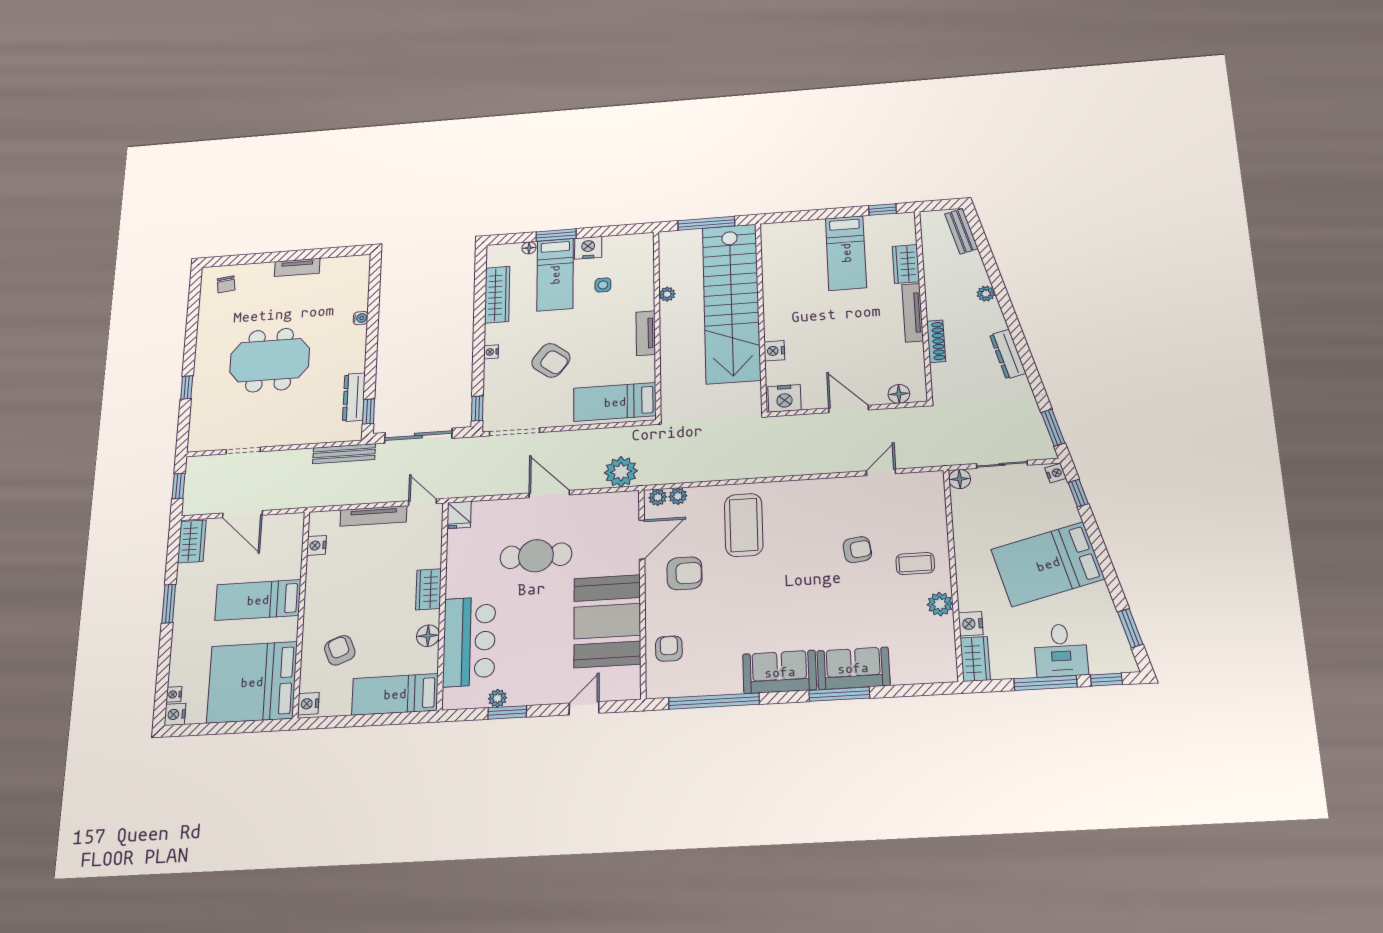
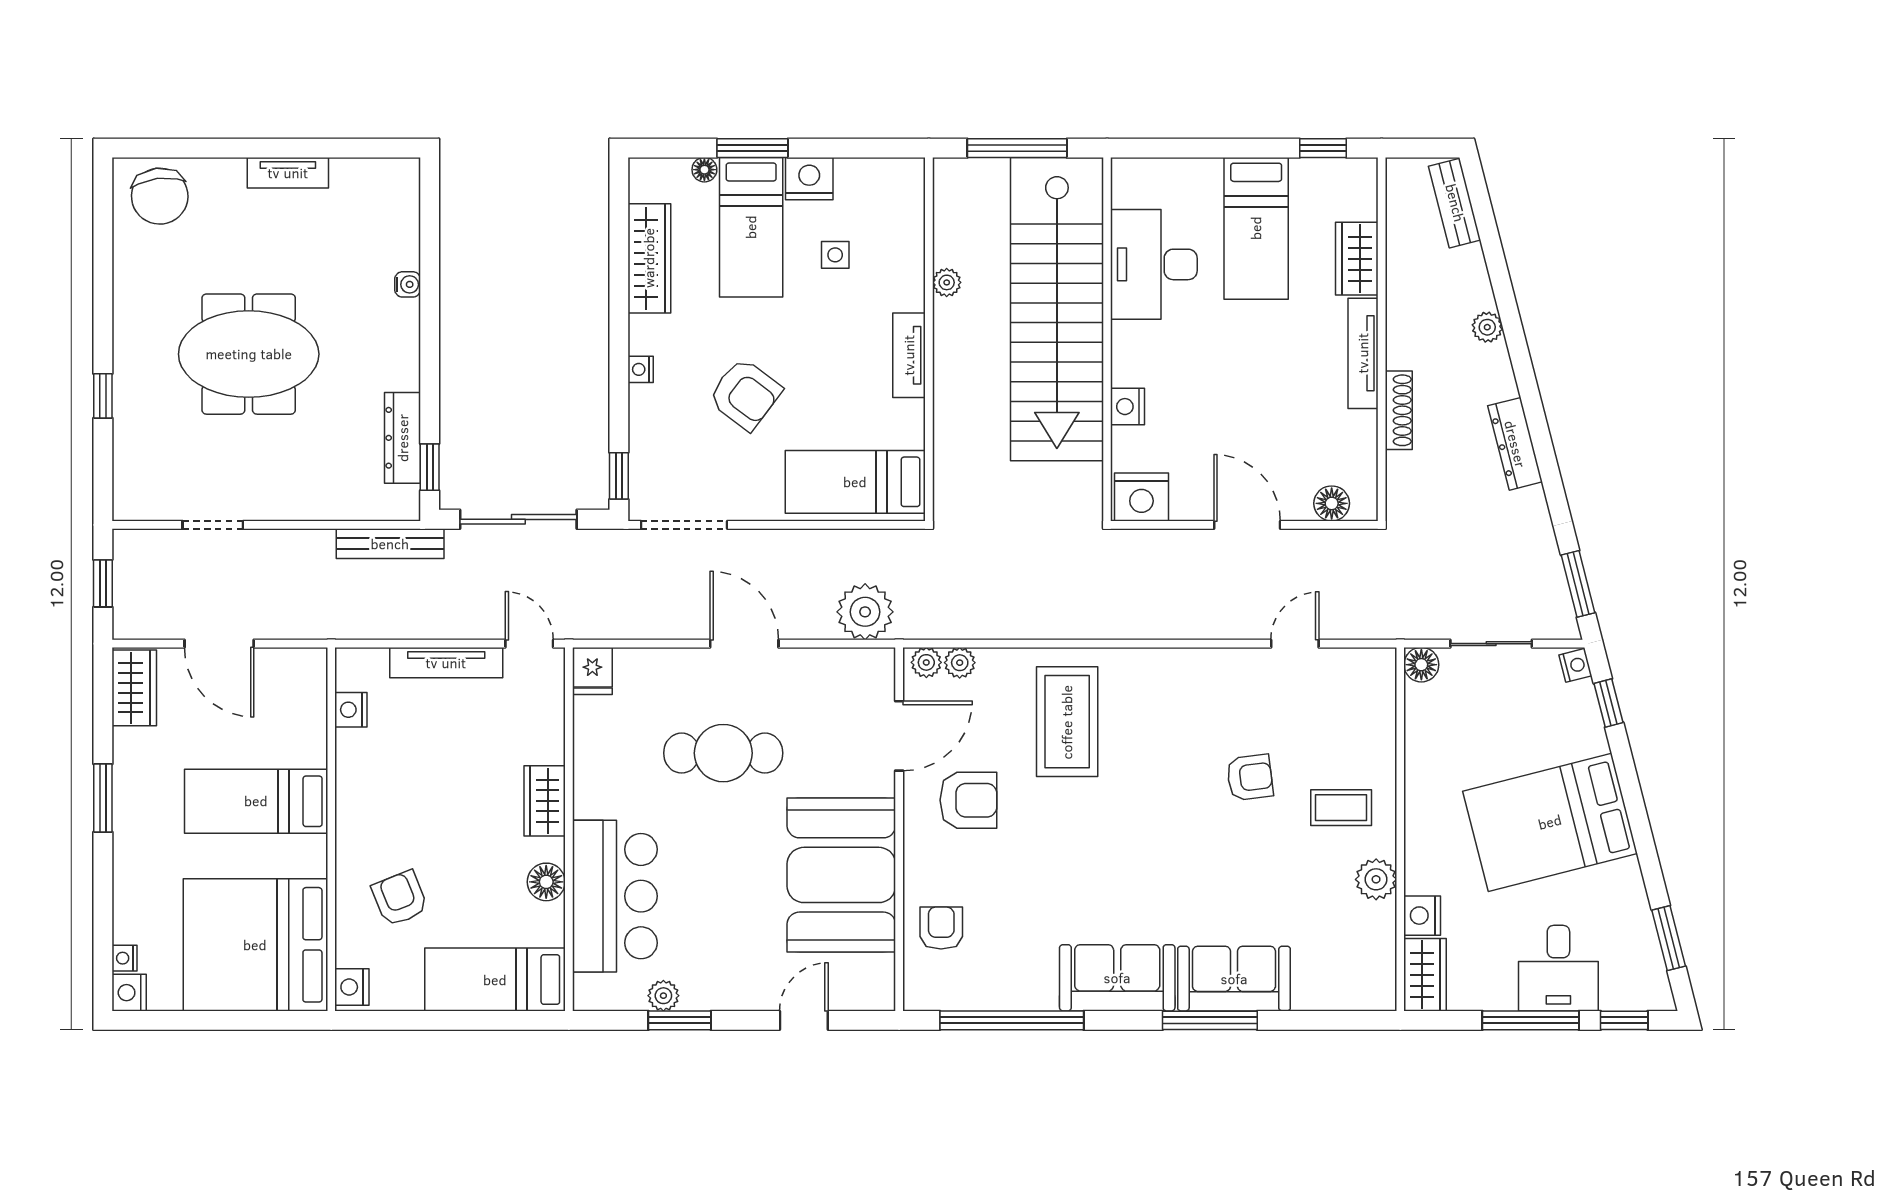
desk: (787, 276) -> (1154, 264), added
chair: (226, 284) -> (160, 196), width x1.87, depth x1.87

